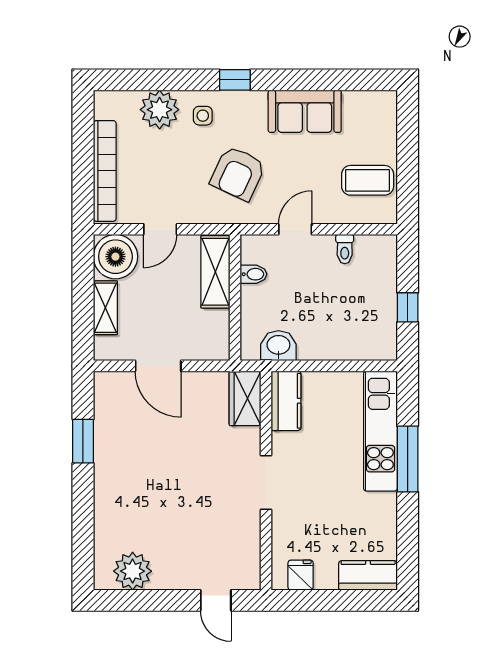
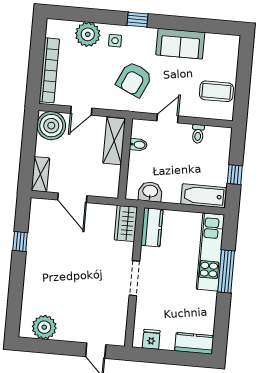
shelving: (105, 308) -> (40, 174), moved
bathtub: (362, 345) -> (203, 196), added
window: (83, 441) -> (20, 241), width x0.67

